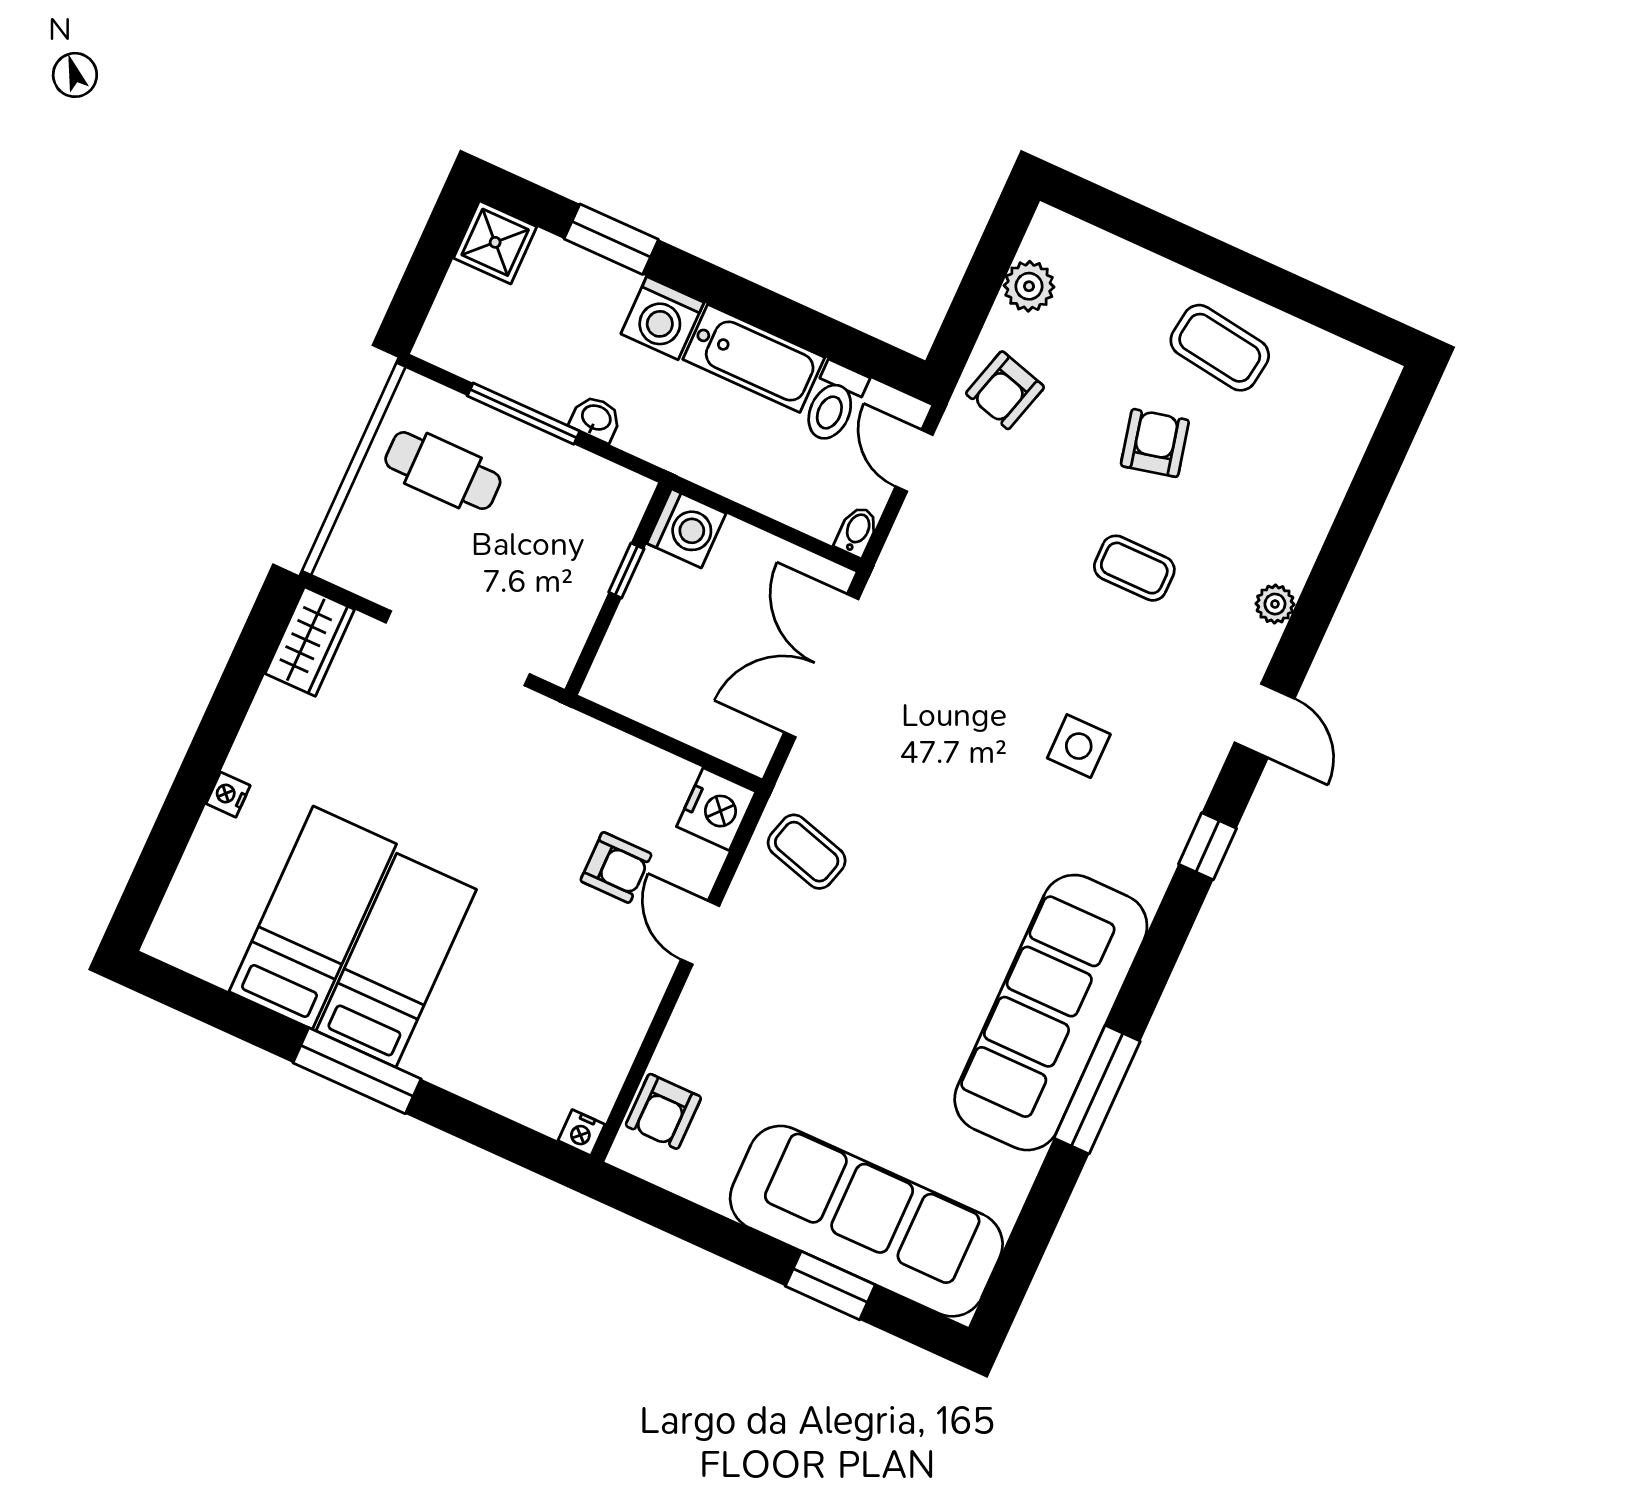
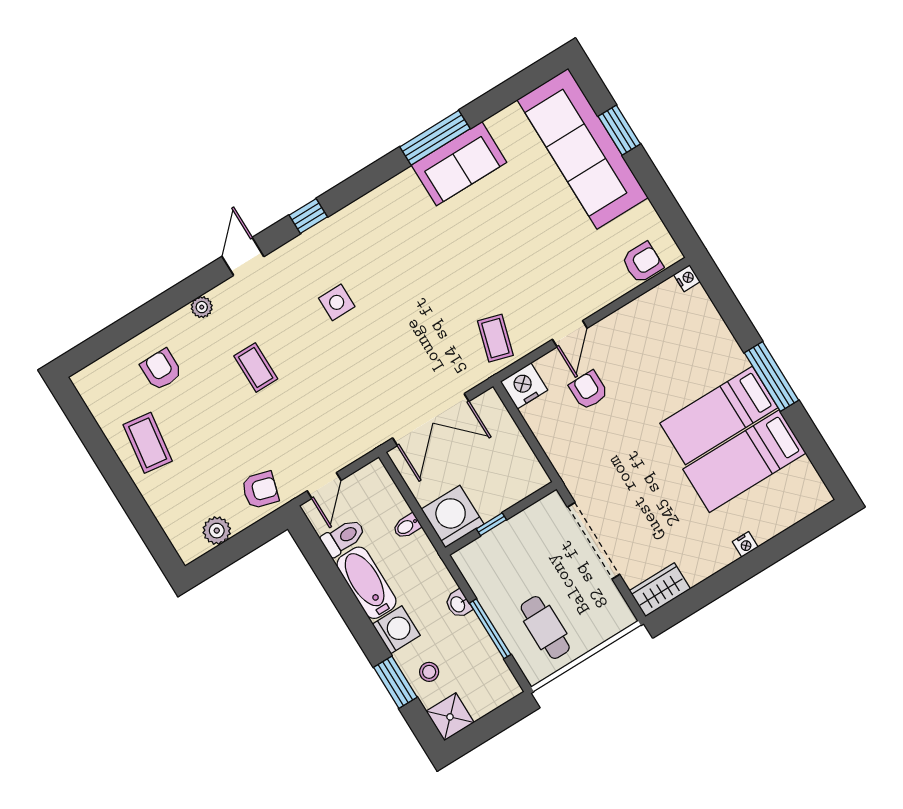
stool: (571, 288) -> (429, 672), added
armchair: (1155, 443) -> (161, 370), moved, turned 103
washing machine: (686, 528) -> (453, 517), width x1.37, depth x1.37
bidet: (857, 531) -> (407, 526), moved
sofa: (1051, 1013) -> (459, 164), width x0.54, depth x0.79

